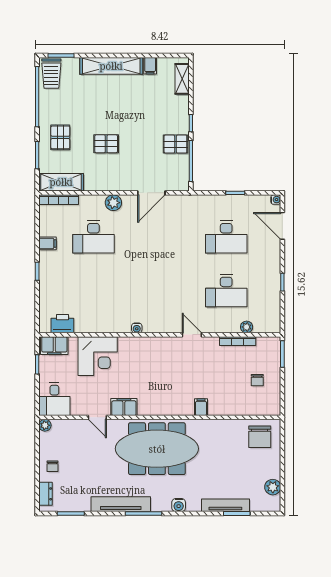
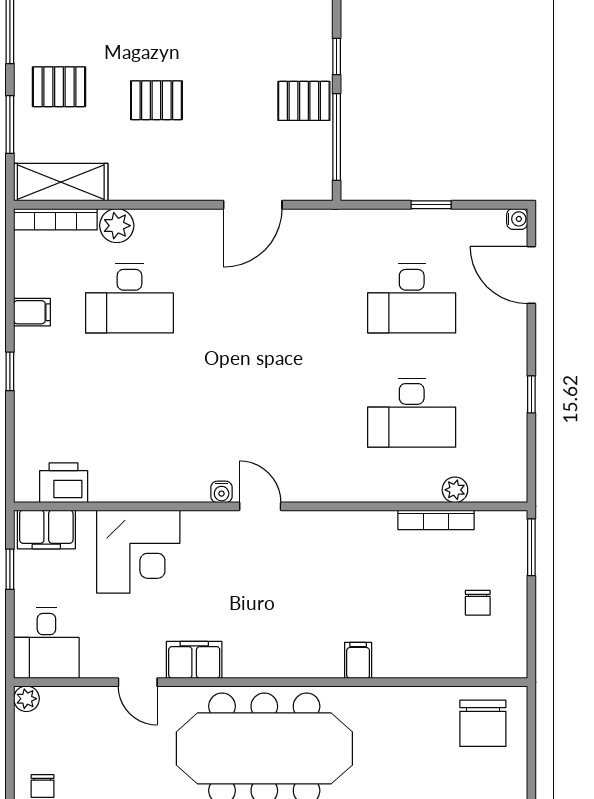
pallet: (60, 137) -> (59, 87), turned 90
plant: (113, 203) -> (117, 226), moved
door: (192, 335) -> (260, 506), moved

